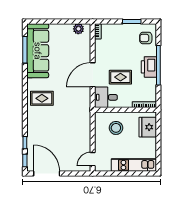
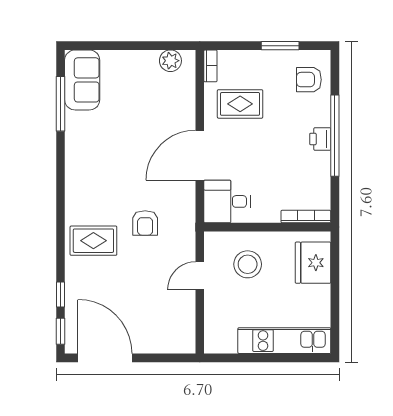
sofa: (38, 51) -> (82, 80), width x0.54, depth x0.79
printer: (149, 67) -> (320, 139), width x0.53, depth x0.68
rug: (120, 77) -> (240, 104), moved
rug: (42, 98) -> (93, 241), moved
armchair: (66, 108) -> (145, 223), added
door: (93, 159) -> (200, 276), moved

